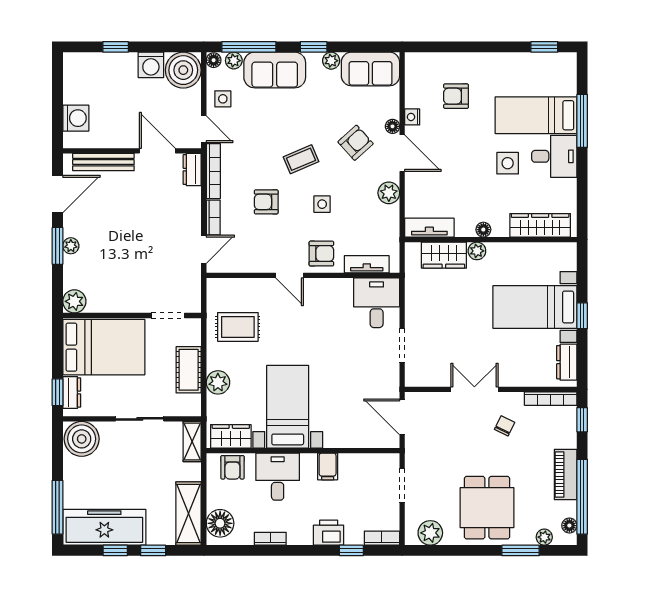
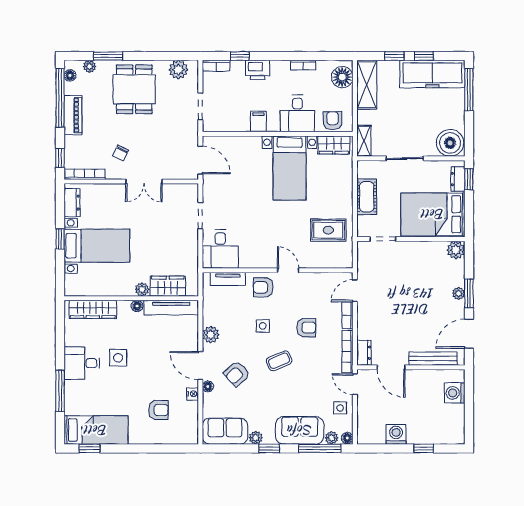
boiler: (183, 70) -> (371, 430), removed
bed: (536, 115) -> (96, 430), moved
tv unit: (429, 228) -> (171, 308), width x1.41
plant: (218, 382) -> (344, 187), removed

